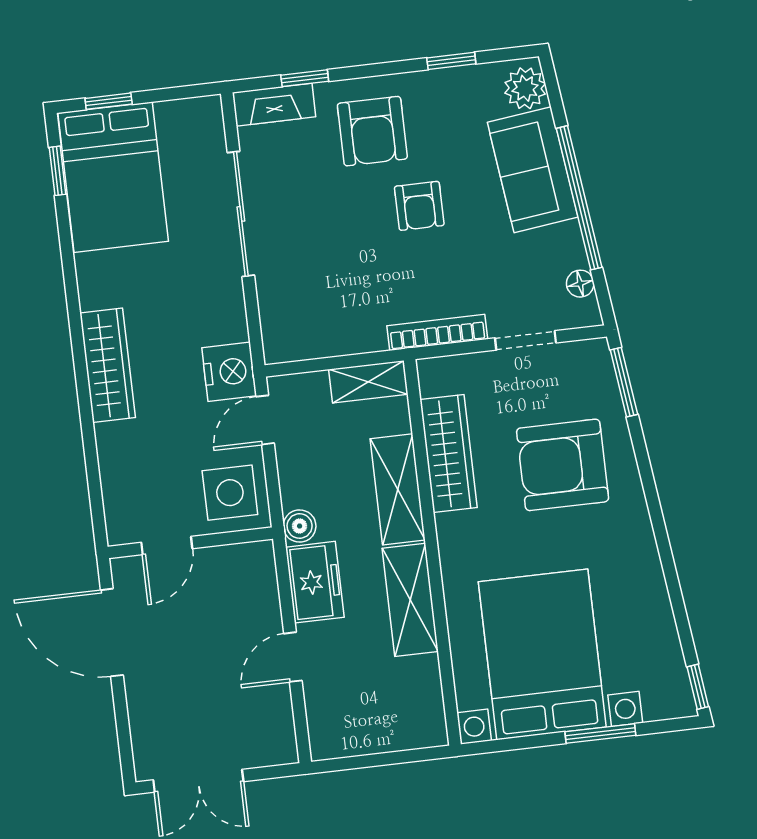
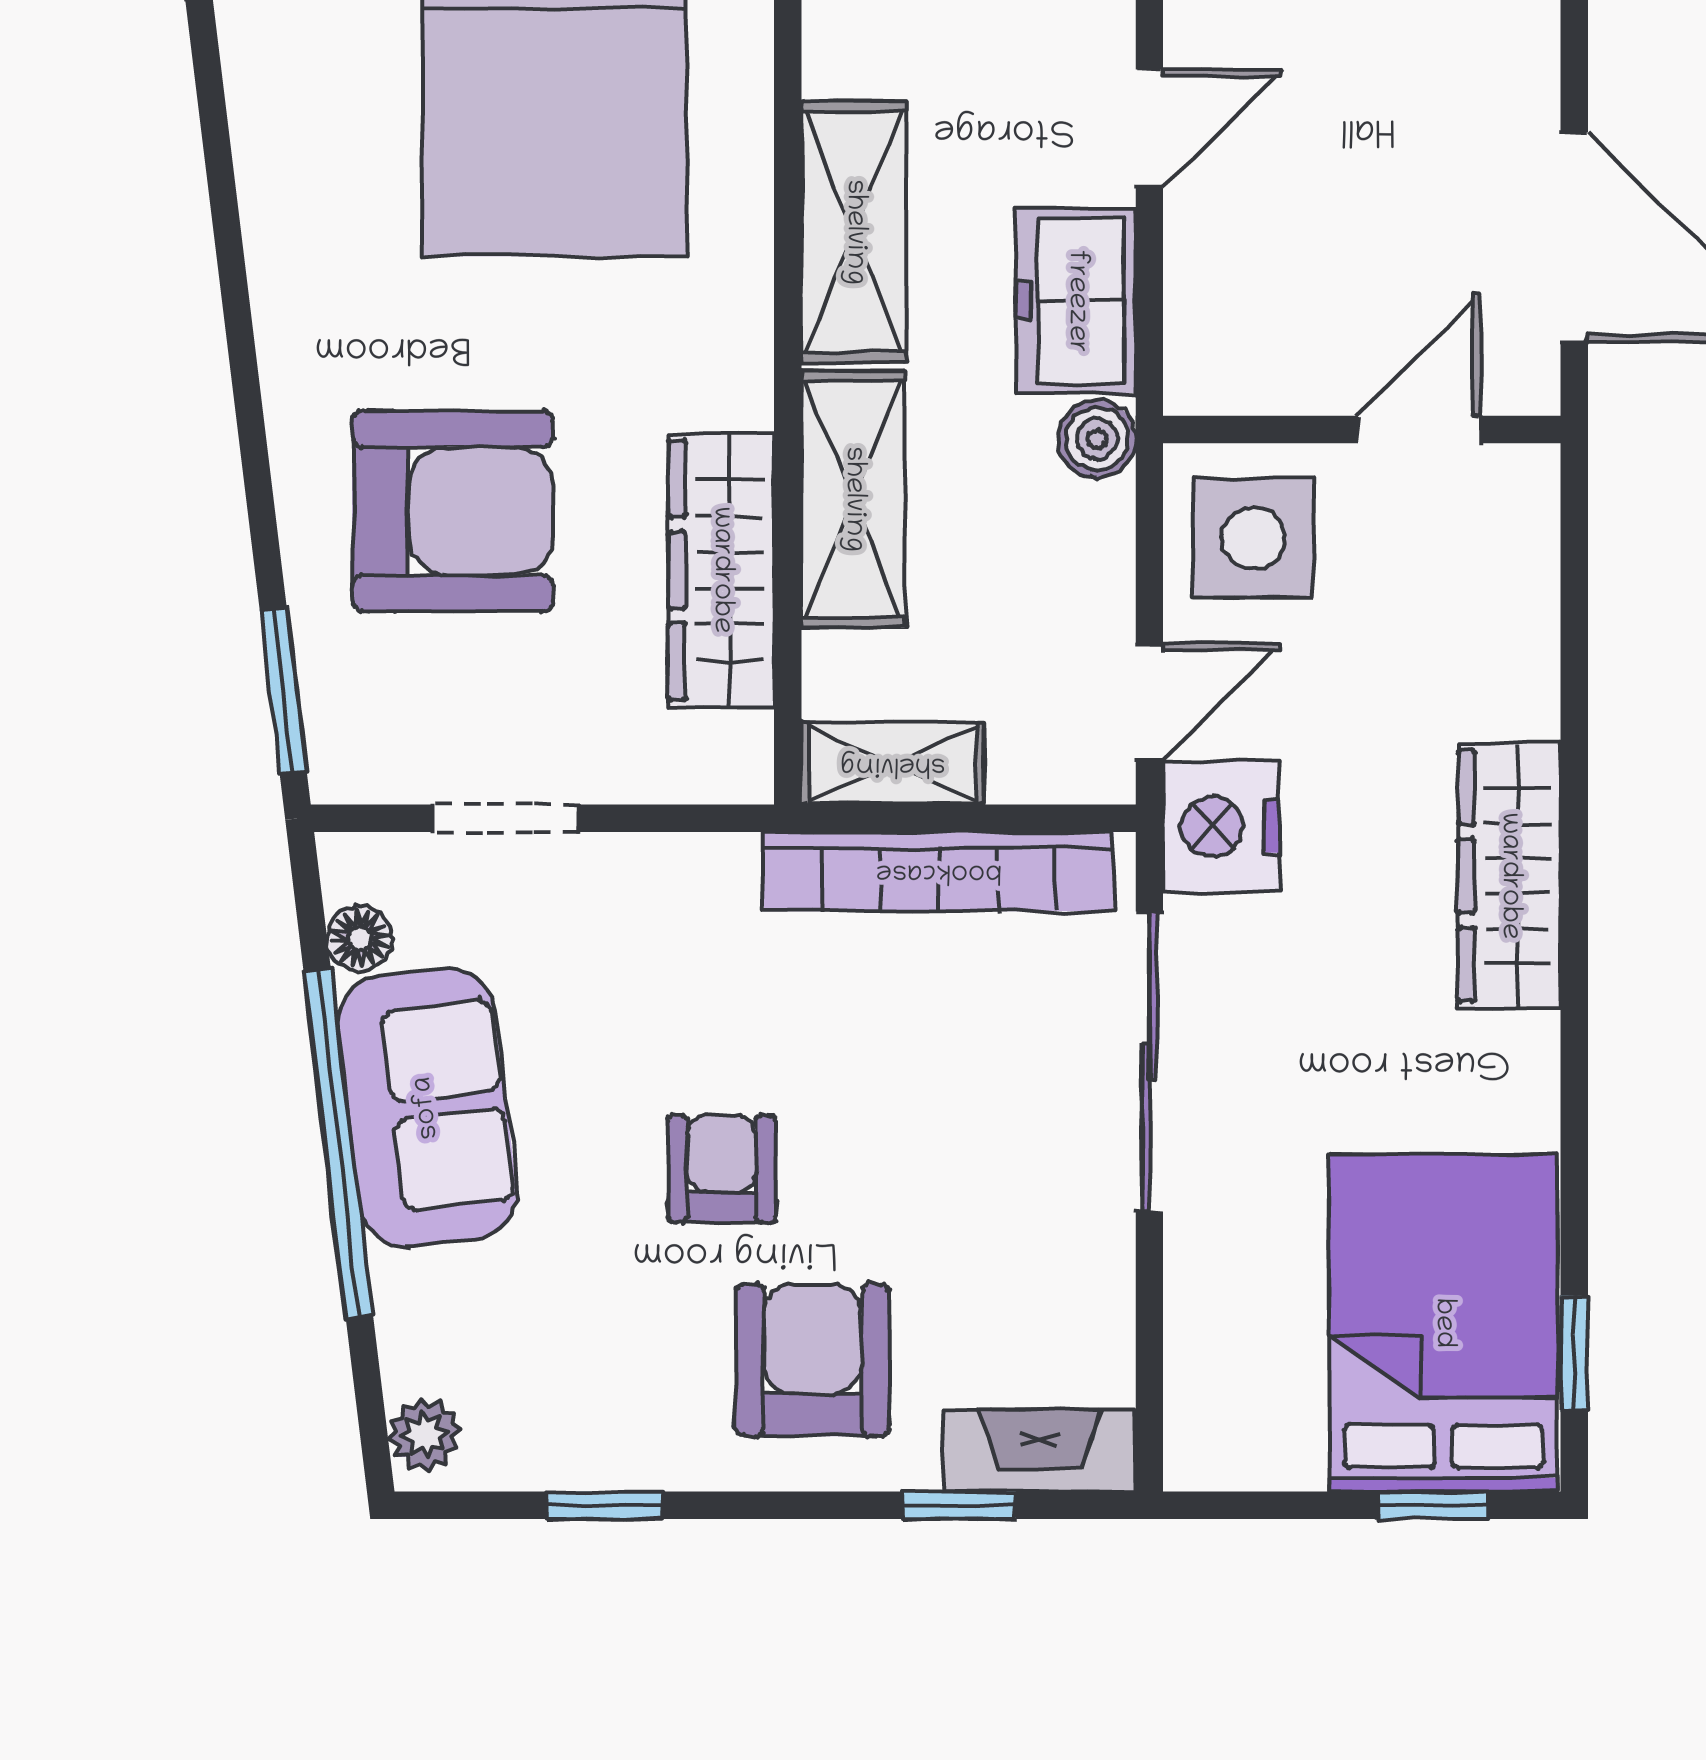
plant: (525, 88) -> (424, 1435), width x0.73, depth x0.73
sofa: (533, 170) -> (427, 1108), moved
sliding door: (241, 214) -> (1149, 1062), moved
bookcase: (437, 332) -> (939, 871), moved, width x1.48, depth x1.31

